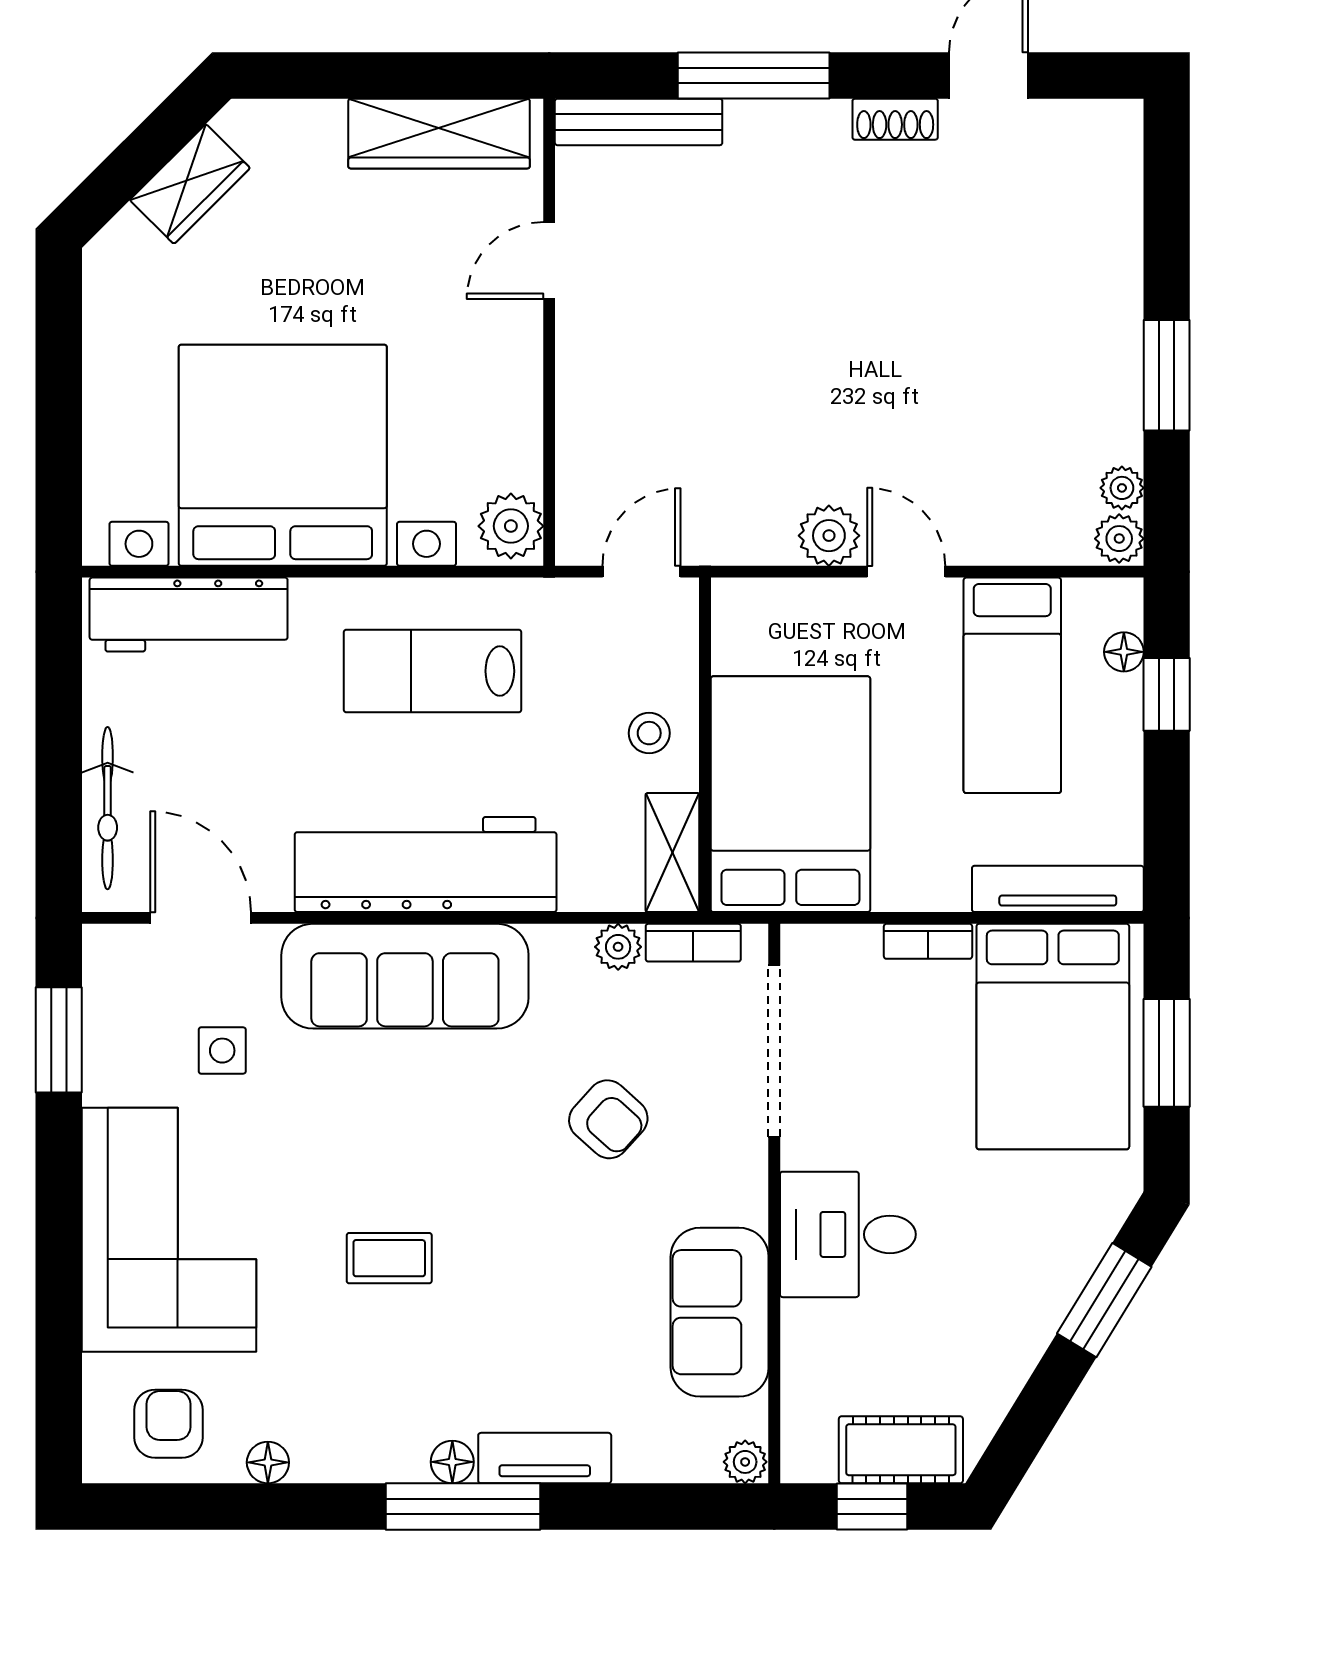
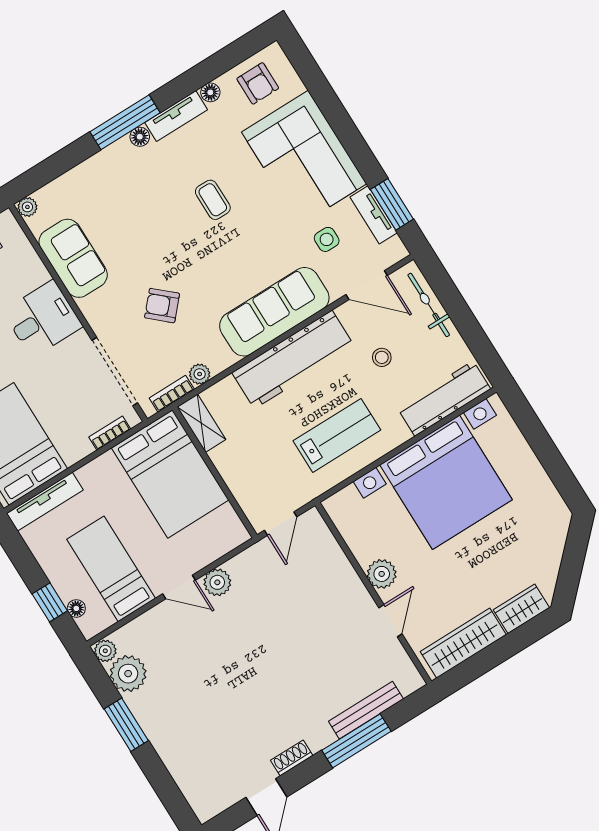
bench: (639, 122) -> (366, 710), moved
wardrobe: (190, 184) -> (521, 609), moved, turned 45
plant: (1122, 488) -> (128, 674), width x1.87, depth x1.87
plant: (511, 526) -> (382, 574), moved
stool: (649, 733) -> (382, 357), moved
bookcase: (928, 941) -> (110, 433), moved
tv unit: (105, 1041) -> (374, 215), added
coffee table: (389, 1258) -> (213, 200), turned 90
tv unit: (545, 1458) -> (176, 116), moved

